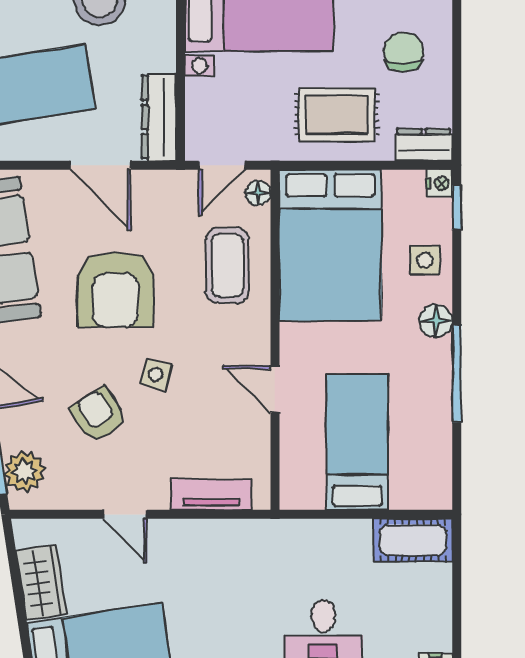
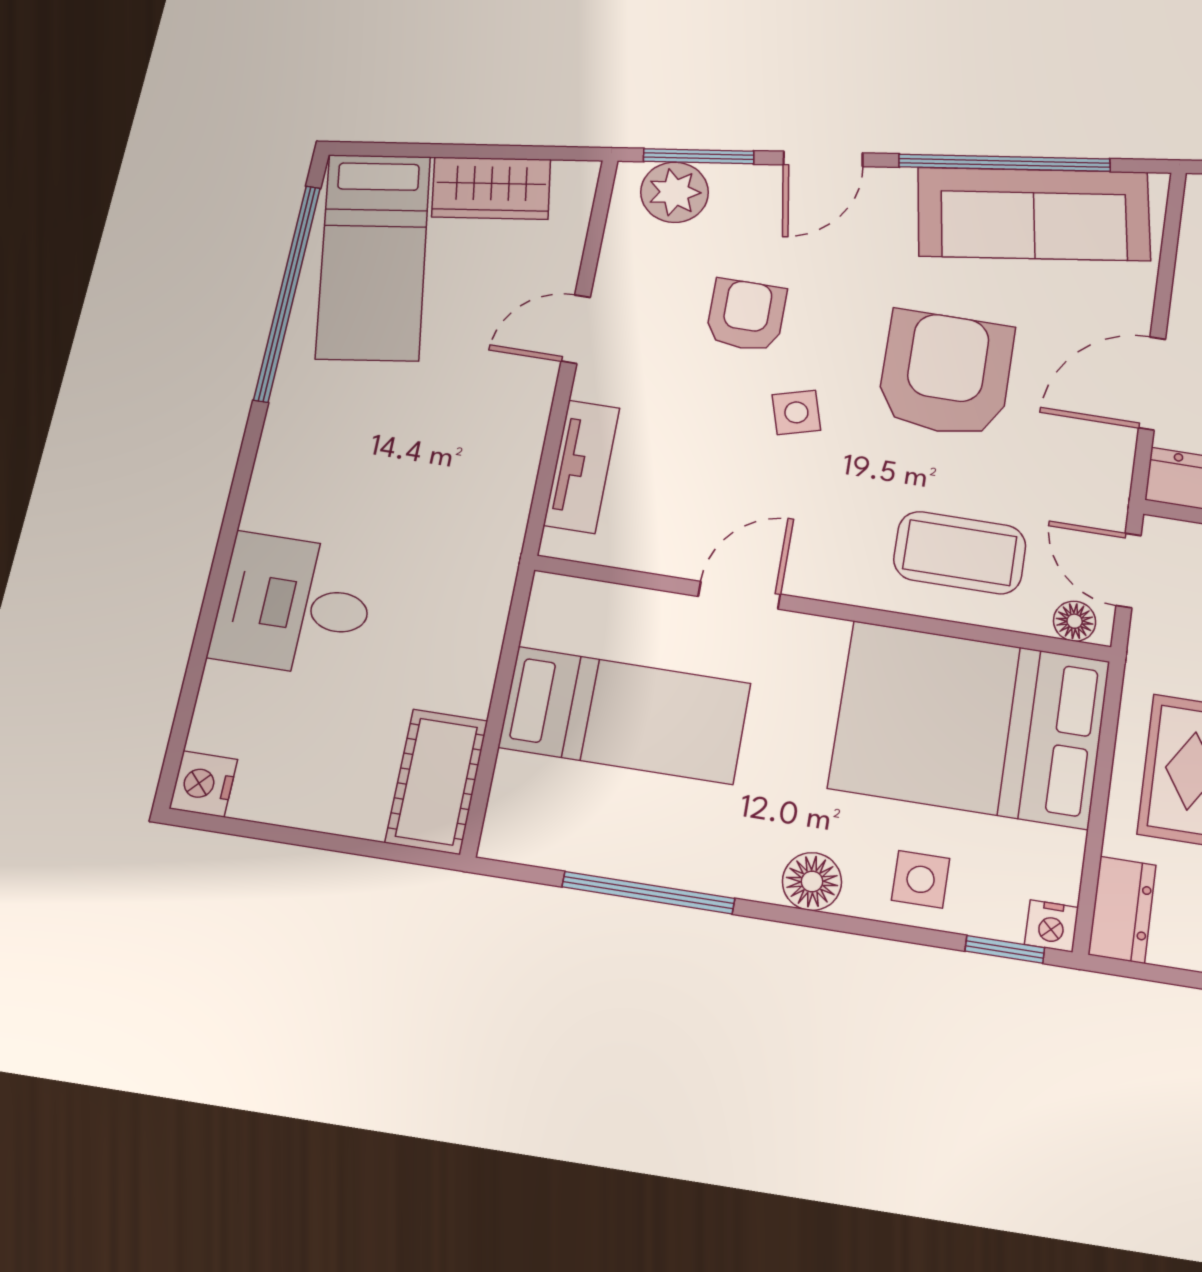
armchair: (116, 290) -> (946, 374), turned 90
window: (457, 374) -> (648, 893), moved
side table: (156, 375) -> (796, 412), turned -30
armchair: (98, 415) -> (746, 315), turned -57

